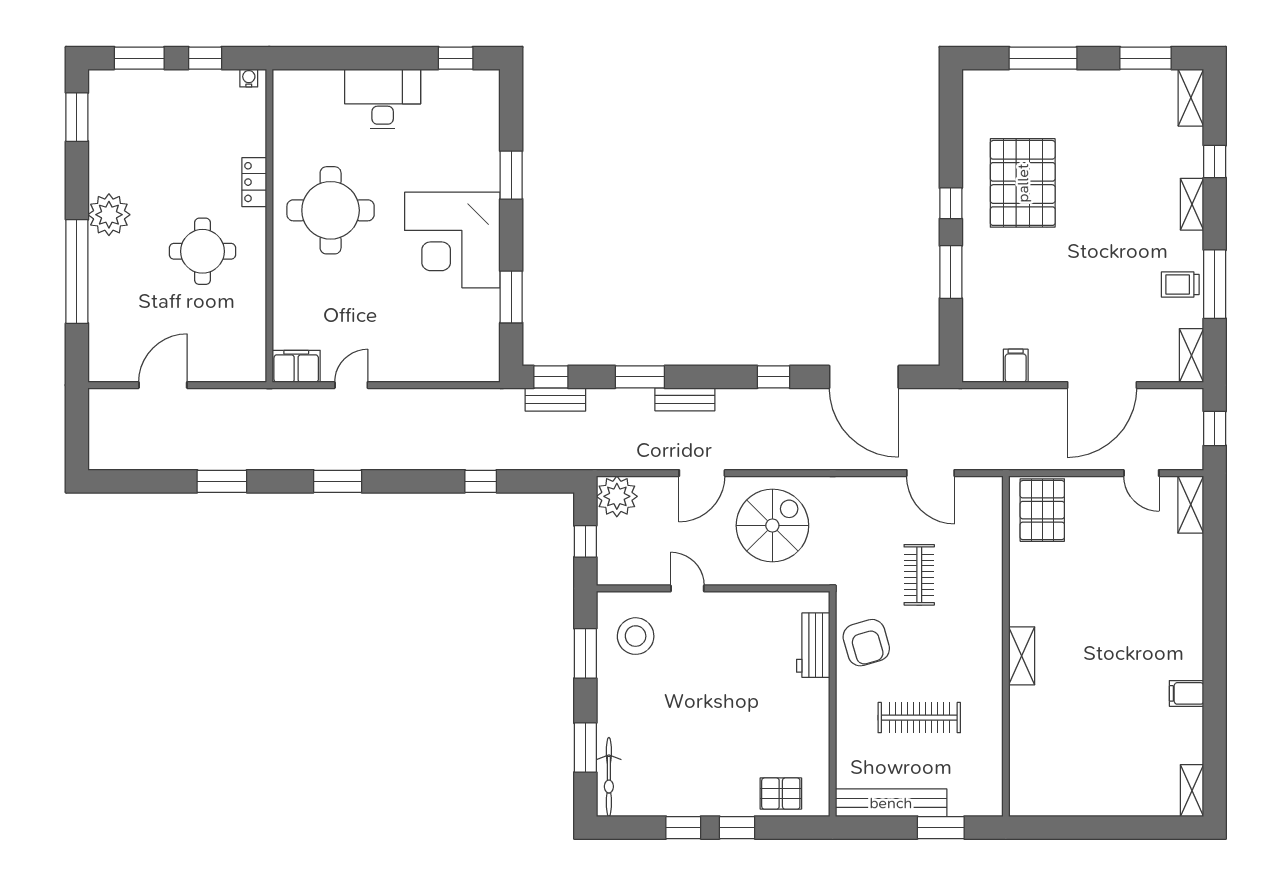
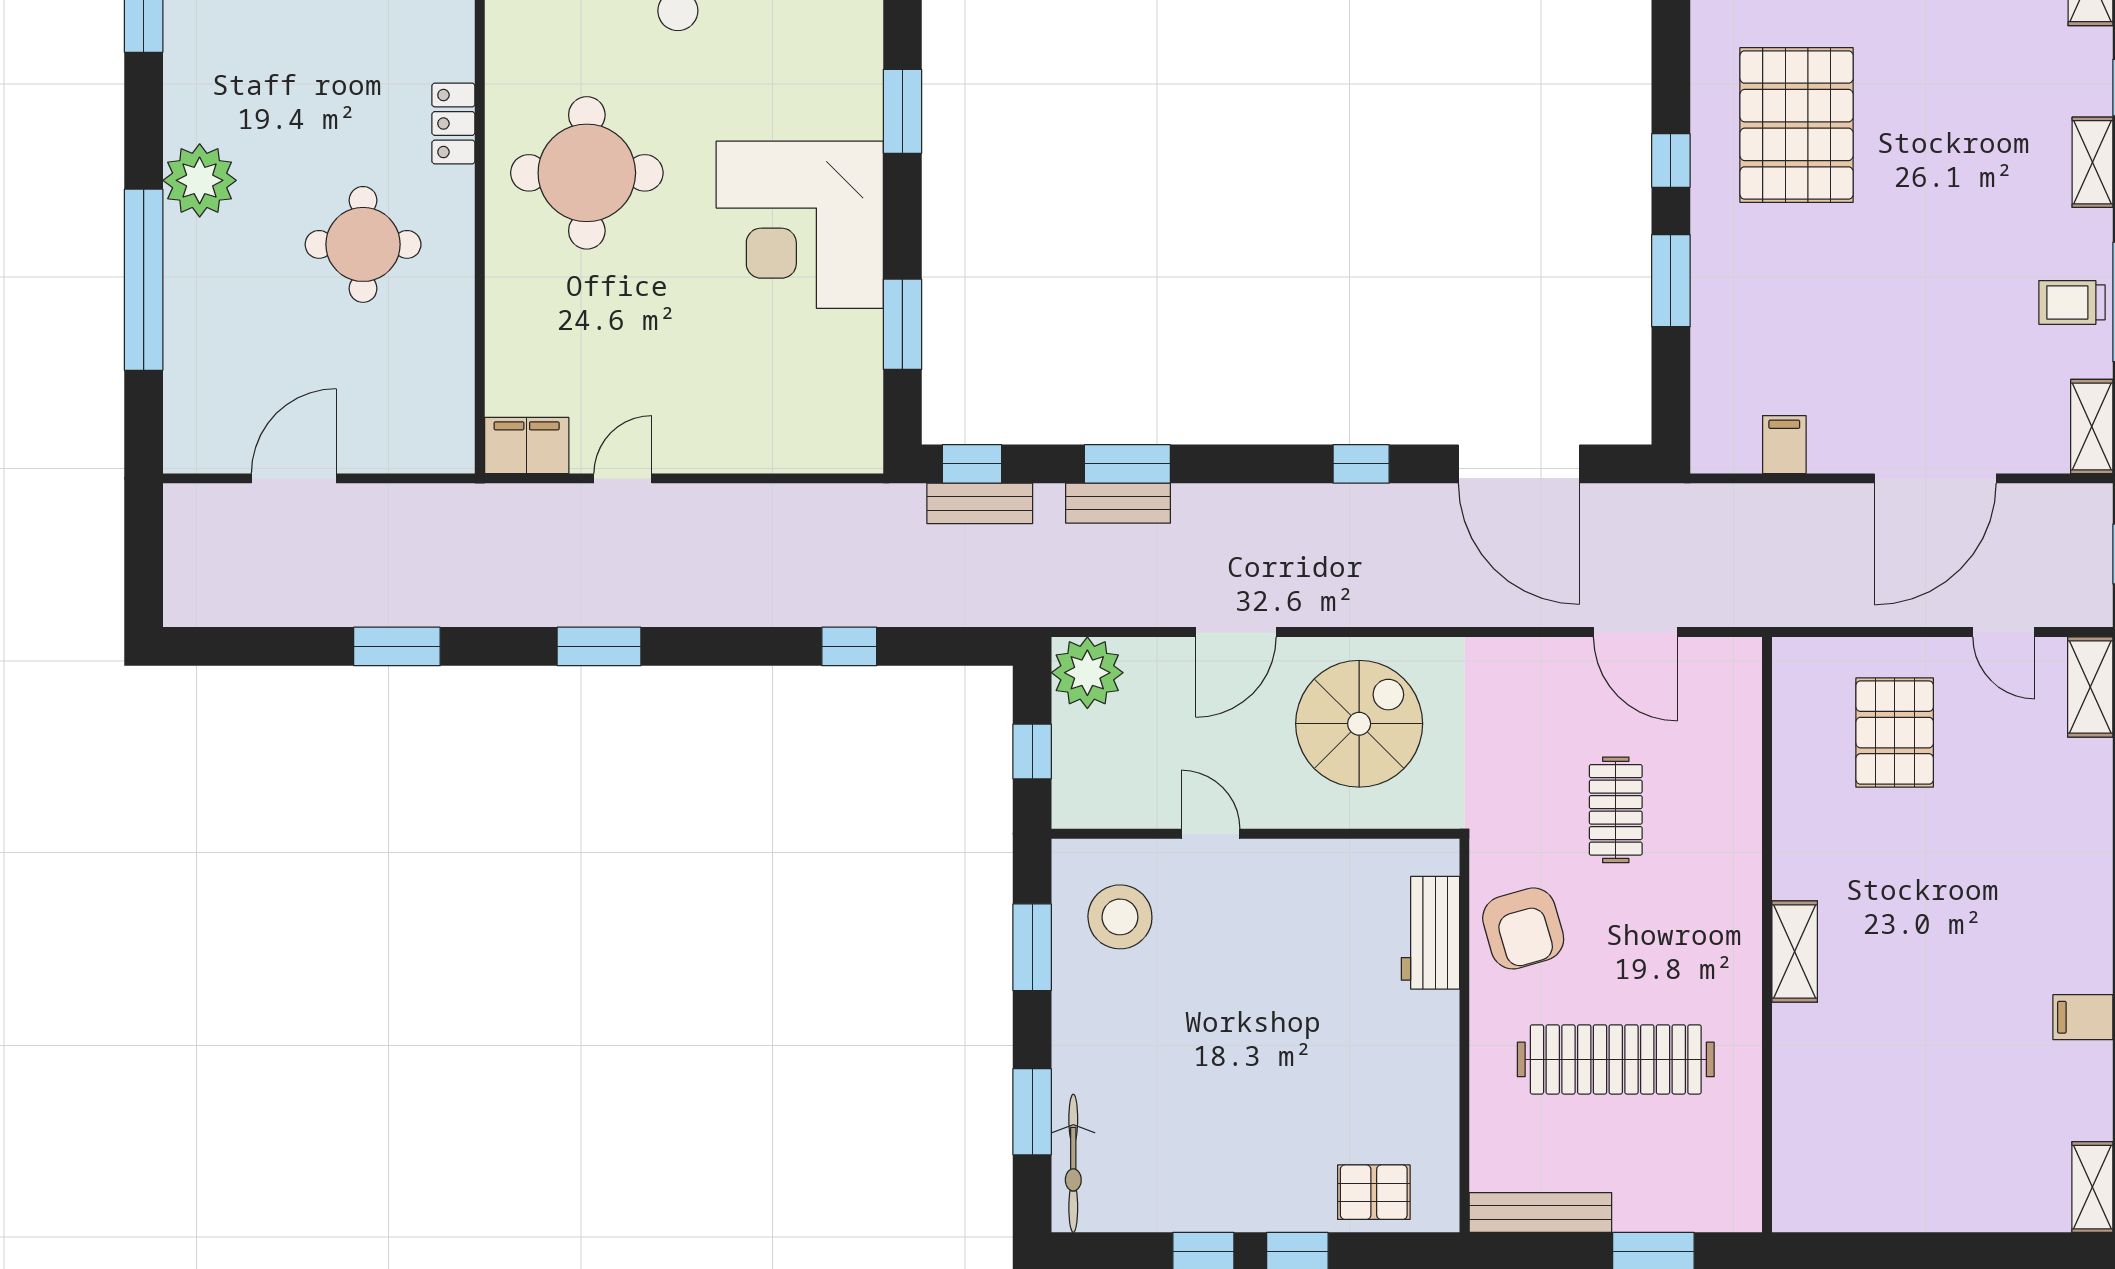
bench: (685, 399) -> (1118, 503), moved
pallet: (1042, 510) -> (1895, 733), moved
clothes rail: (919, 718) -> (1616, 1059), width x1.37, depth x1.31
bench: (891, 803) -> (1540, 1213), width x0.73, depth x0.82

